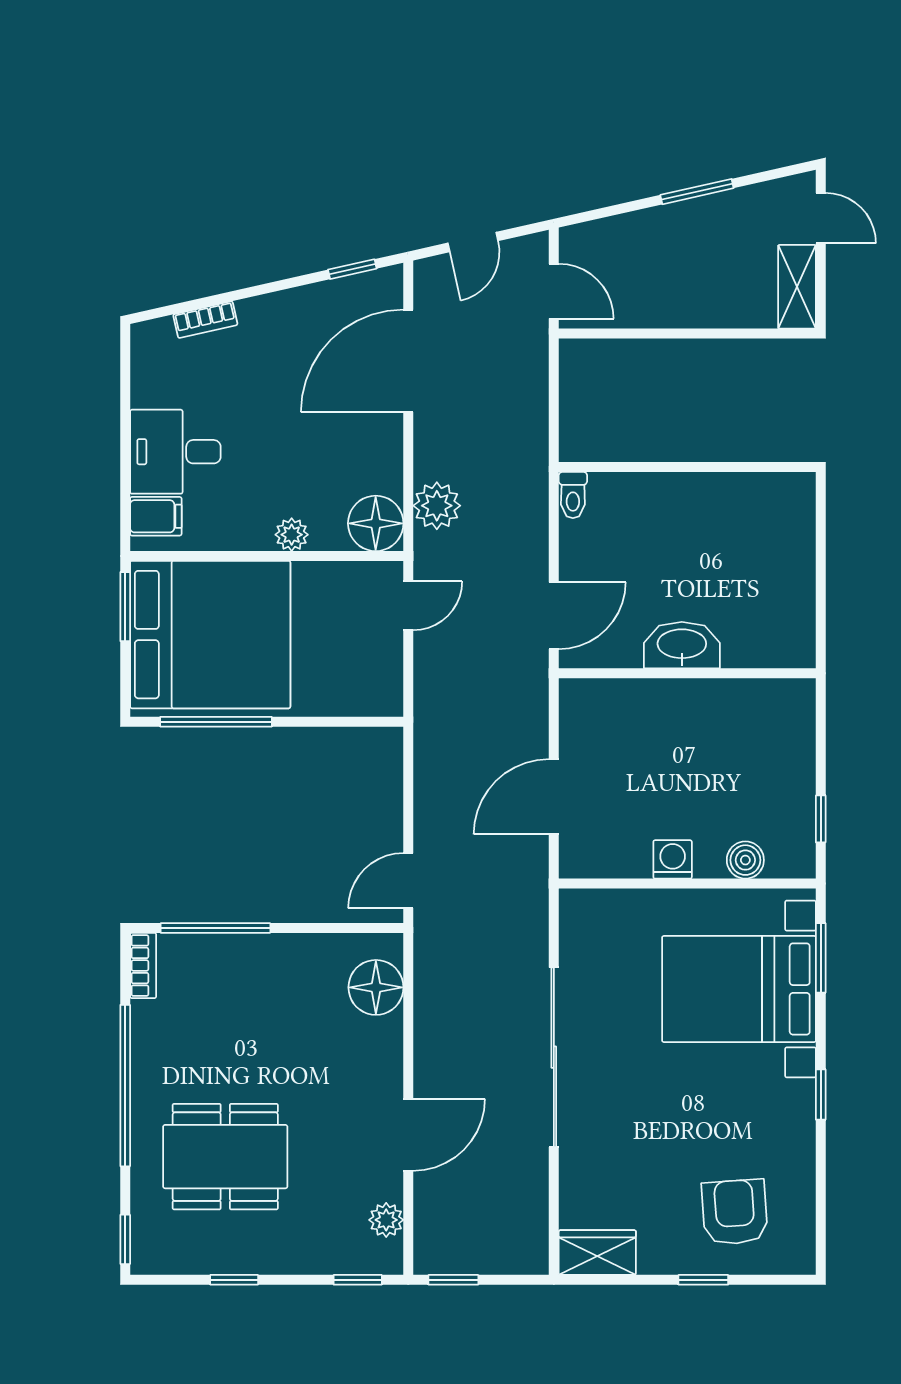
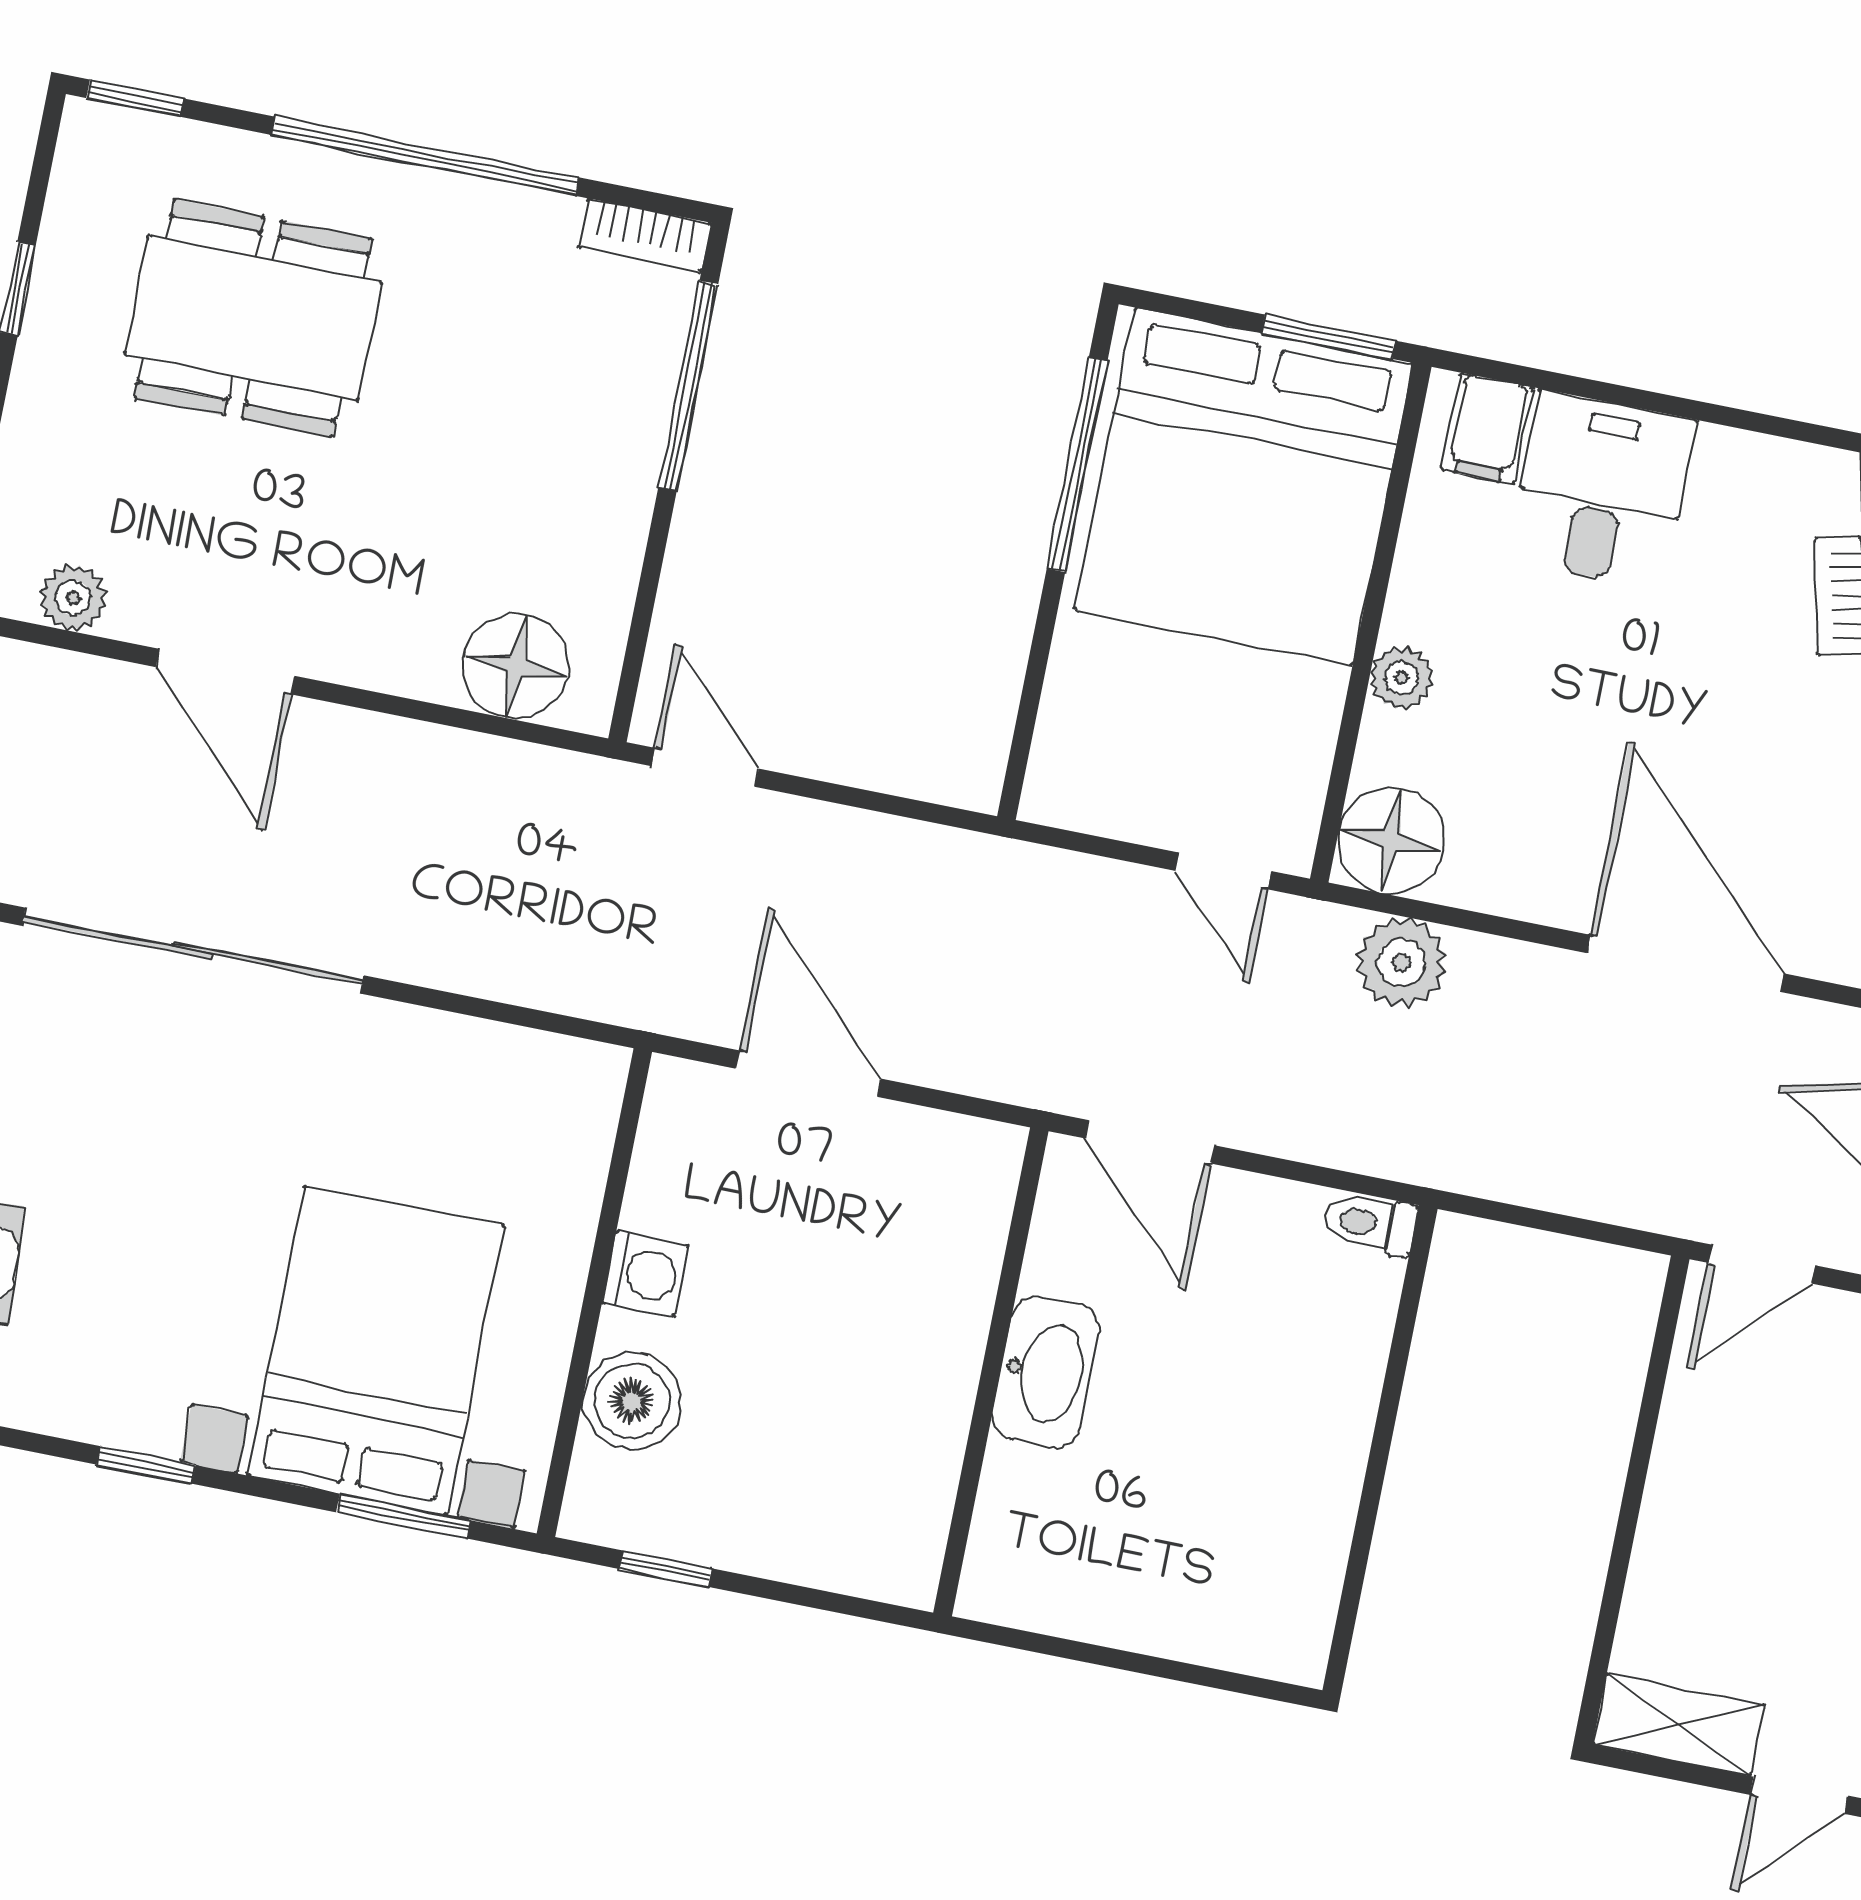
boiler: (745, 860) -> (632, 1401), width x1.36, depth x1.36
sliding door: (554, 1057) -> (193, 951), moved
dining table: (225, 1157) -> (253, 318), turned 90

